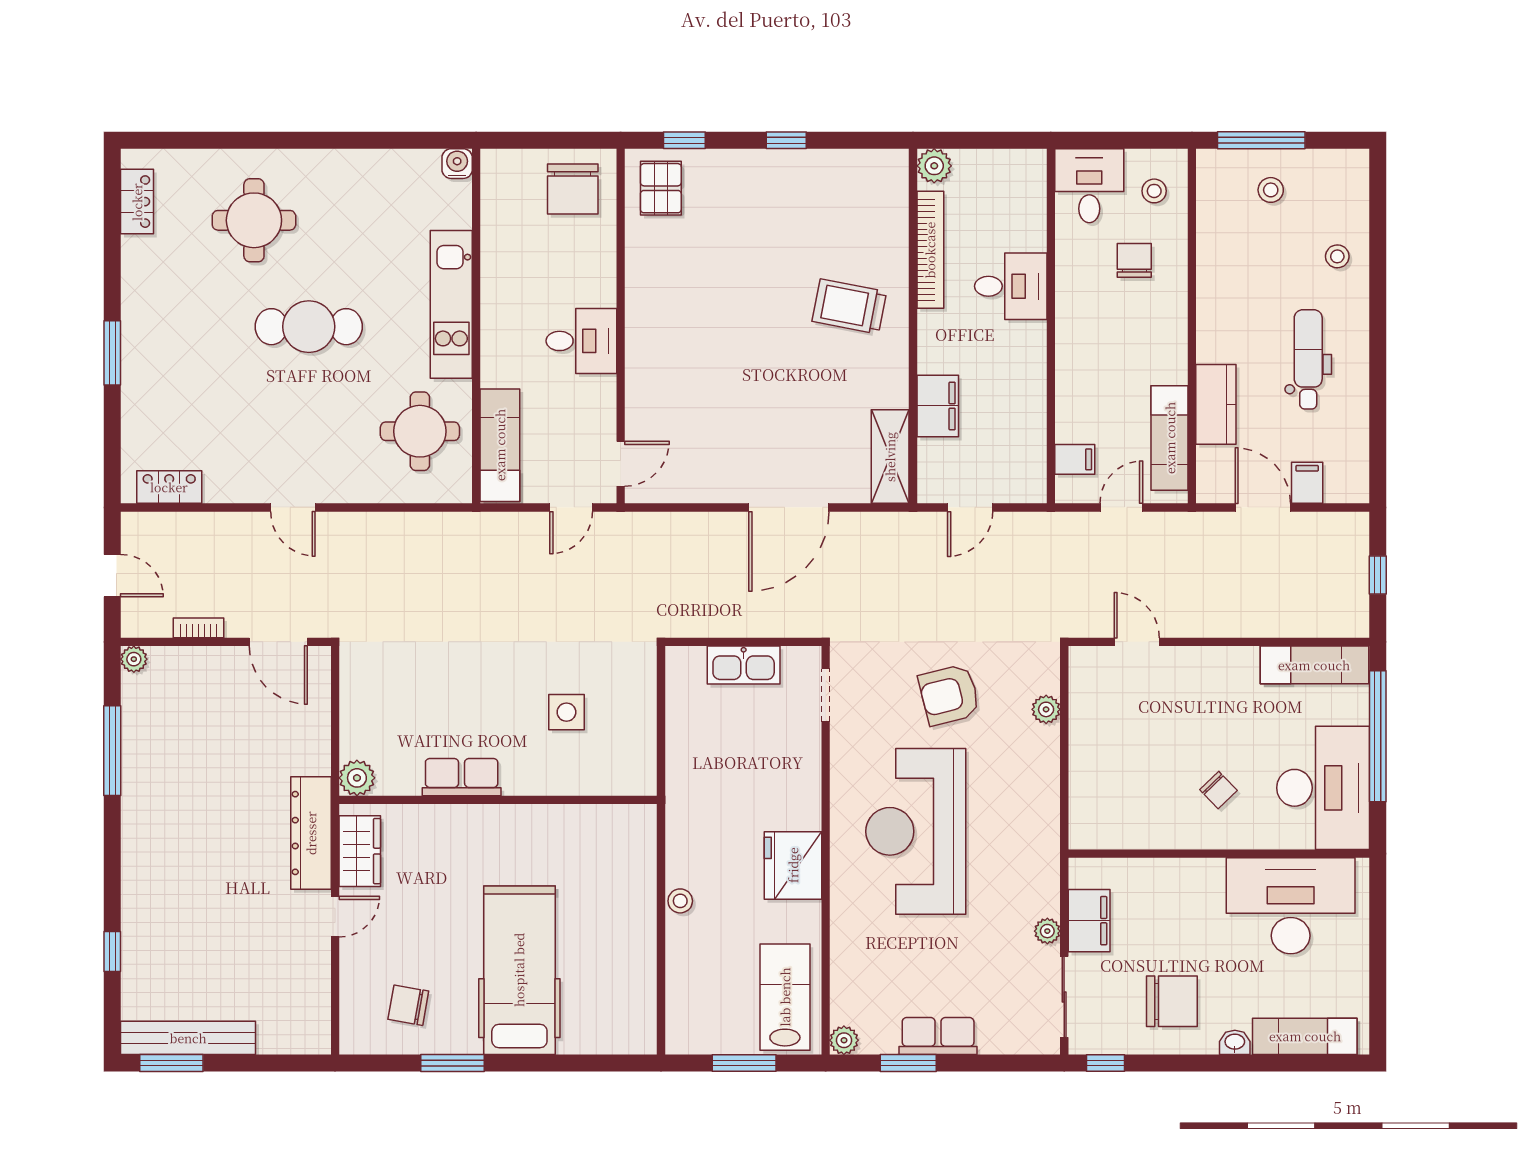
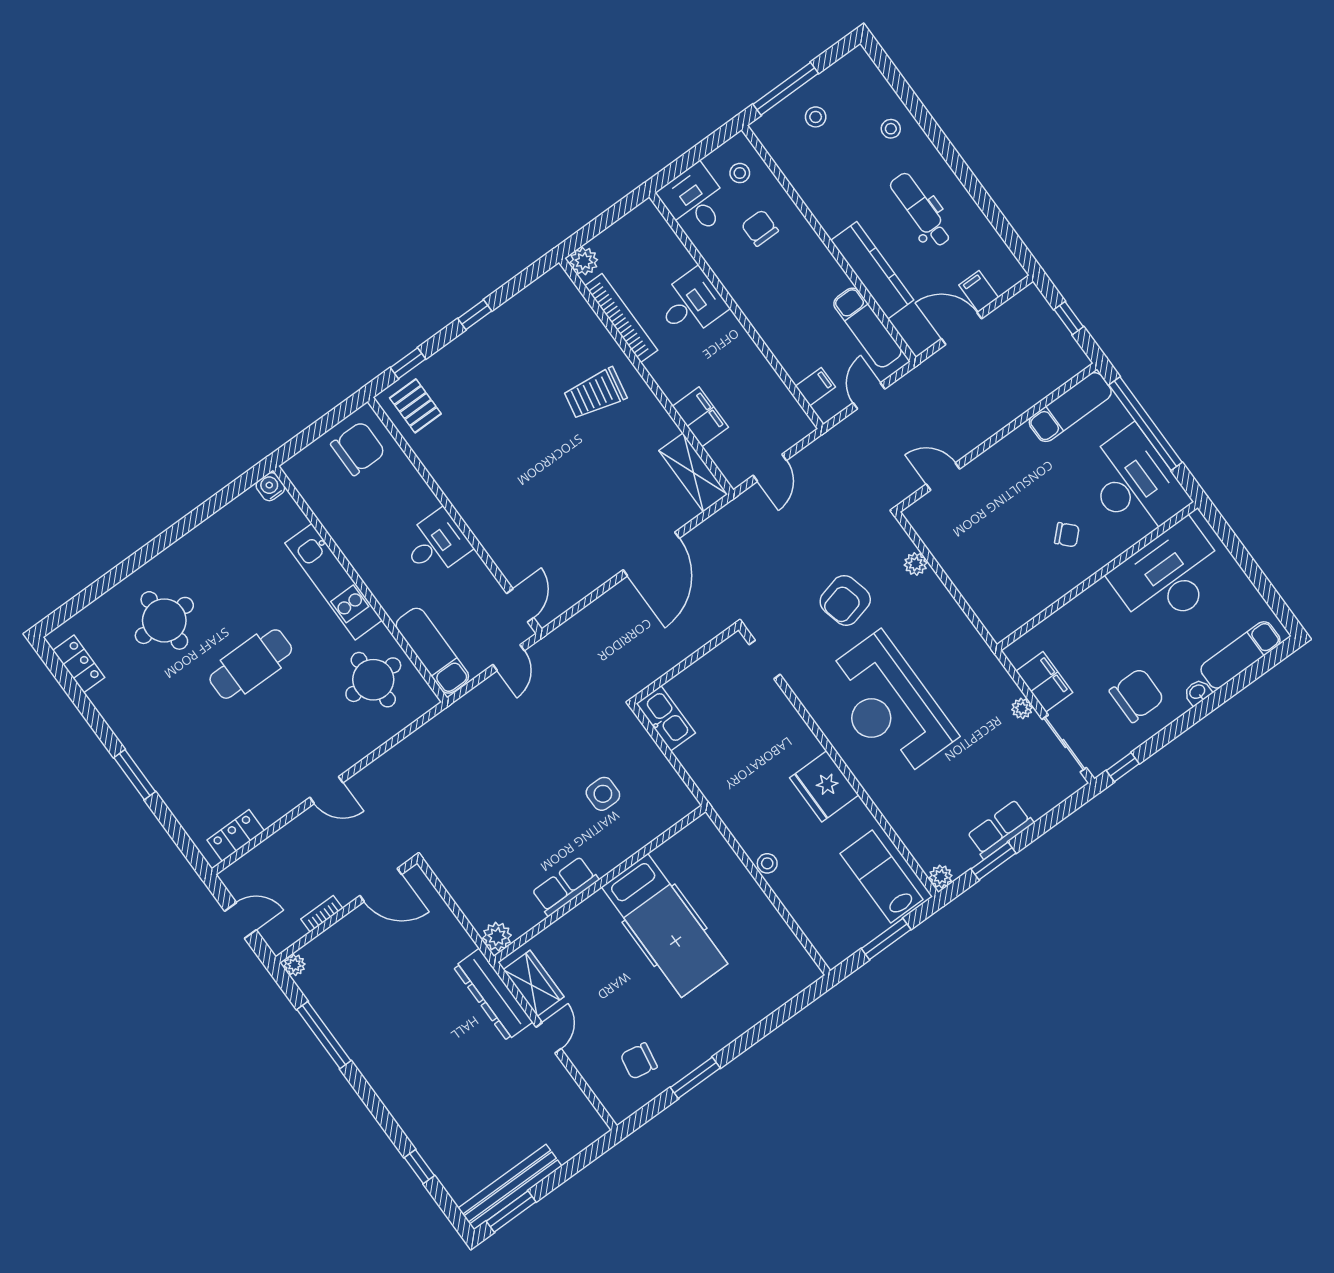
chair: (573, 189) -> (358, 448), turned -90
kitchen counter: (1216, 404) -> (872, 270), width x1.50
kitchen sink: (744, 665) -> (666, 718), moved, turned -90
hospital bed: (519, 970) -> (664, 925), moved, turned 180

